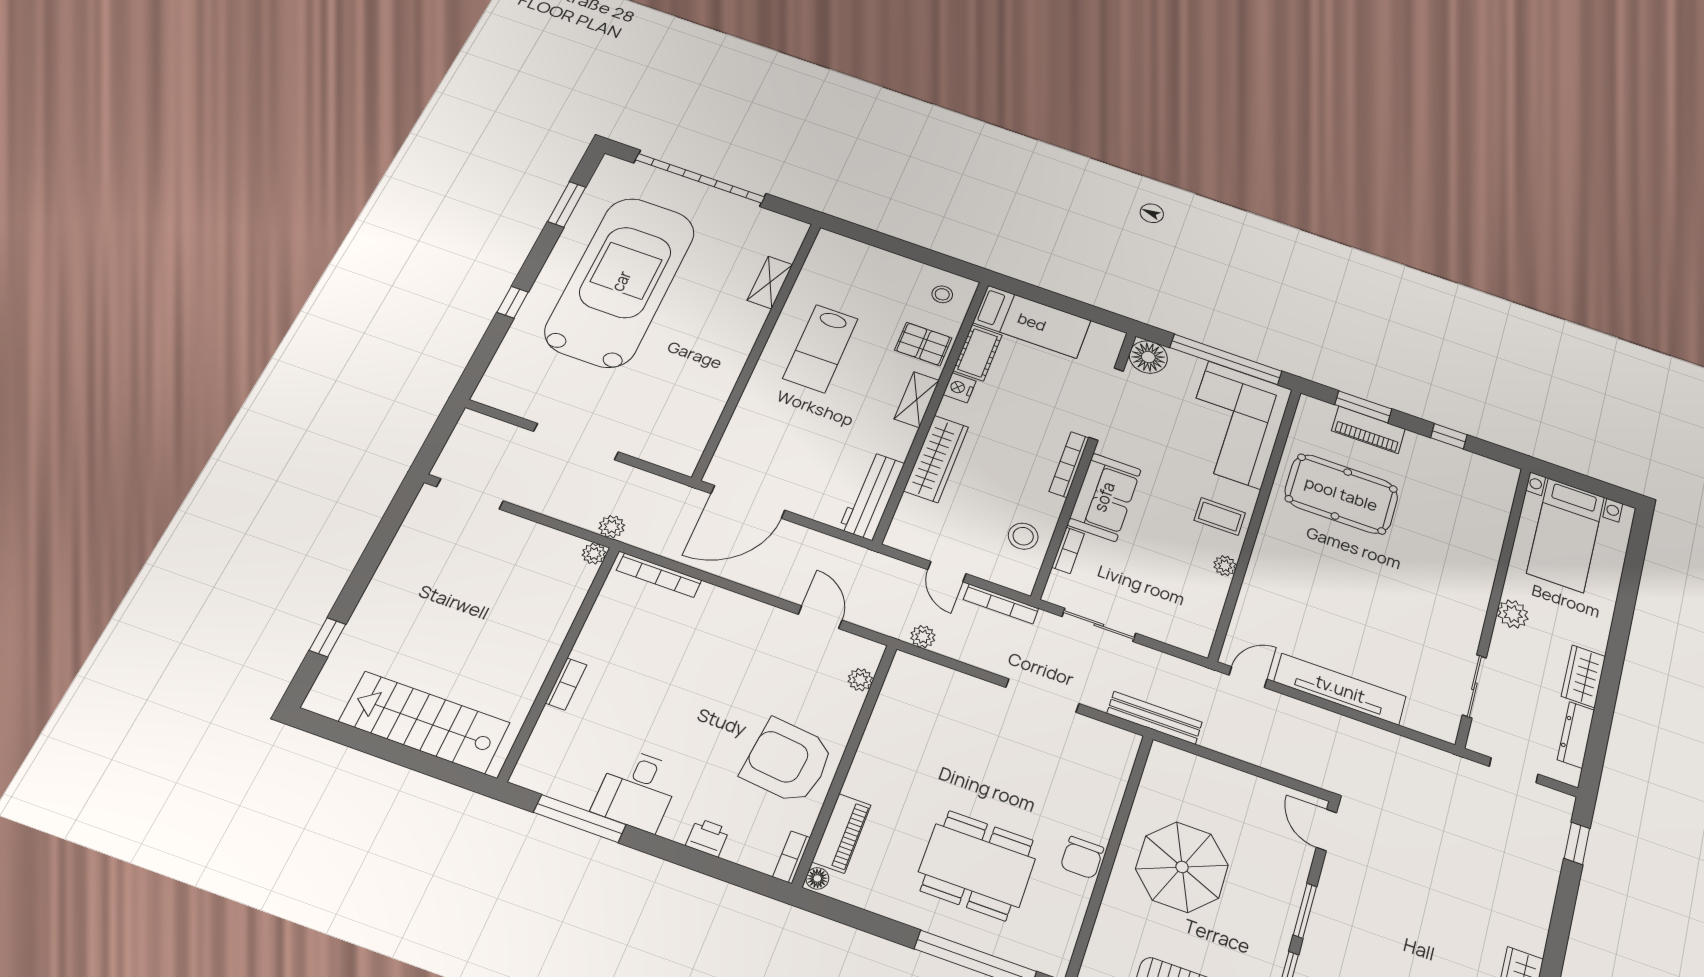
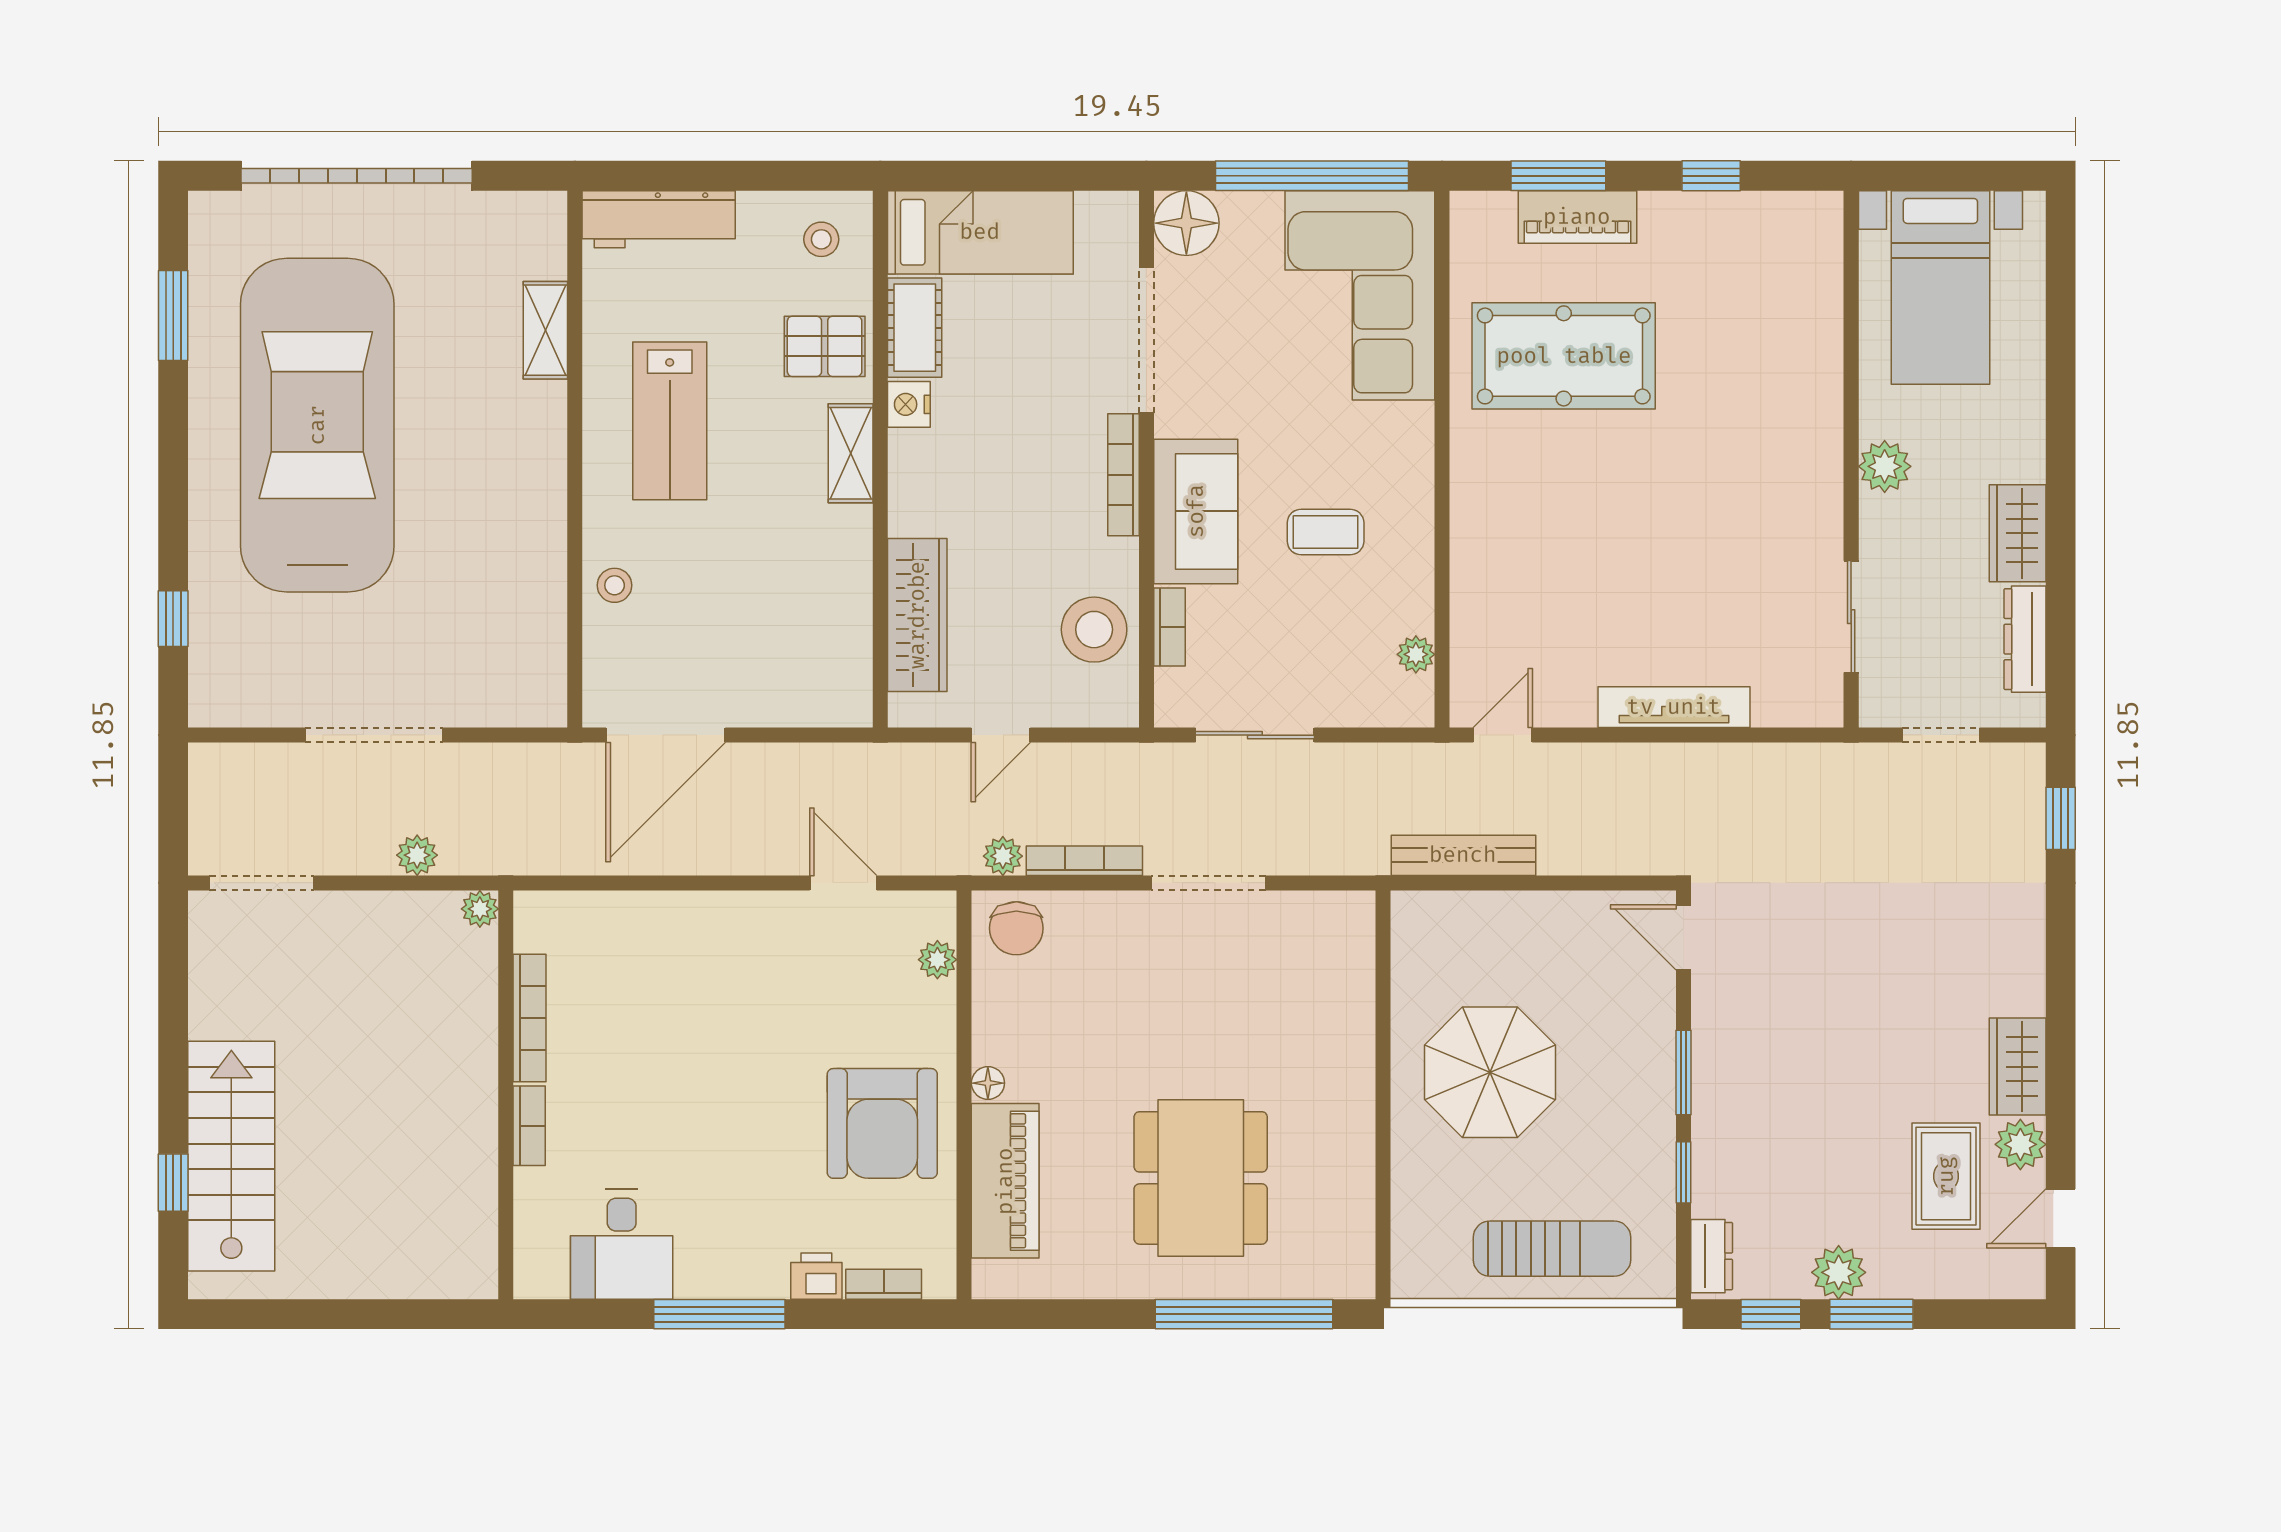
window: (513, 302) -> (173, 619), moved
stool: (753, 416) -> (615, 585), added
wardrobe: (936, 459) -> (917, 615), moved
workbench: (872, 496) -> (659, 219), moved, turned -90
coffee table: (1220, 517) -> (1326, 532), moved
plant: (612, 527) -> (417, 855), moved
stool: (1023, 536) -> (1094, 630), width x1.38, depth x1.38
plant: (1225, 566) -> (1416, 654), moved
door: (947, 572) -> (1001, 735), hinge flipped
bookcase: (659, 575) -> (530, 1018), moved, turned -90
bookcase: (1001, 604) -> (1084, 861), moved, turned 180
tv unit: (1340, 689) -> (1674, 707), width x0.73, depth x0.78
bench: (1155, 718) -> (1463, 855), moved
stairs: (424, 722) -> (231, 1156), moved, turned 90
armchair: (788, 761) -> (882, 1123), turned -96
desk: (637, 790) -> (622, 1244), moved
window: (580, 819) -> (719, 1314), moved
piano: (842, 833) -> (1005, 1181), width x1.37, depth x1.33
bookcase: (792, 857) -> (884, 1284), moved, turned 90
chair: (1082, 858) -> (1016, 928), moved
dining table: (977, 865) -> (1201, 1178), turned 90
floor lamp: (817, 878) -> (988, 1083), moved

